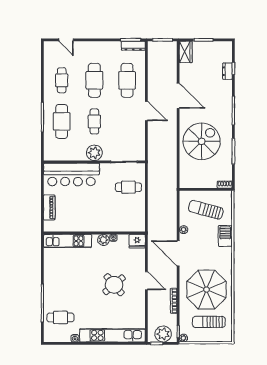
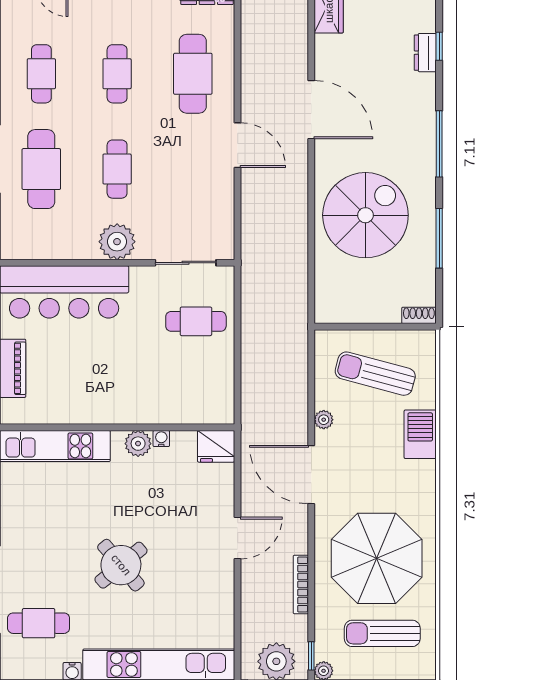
cafe table: (94, 80) -> (117, 74), width x0.73, depth x0.74
door: (146, 281) -> (238, 538), hinge flipped
round table: (114, 285) -> (121, 565), moved

